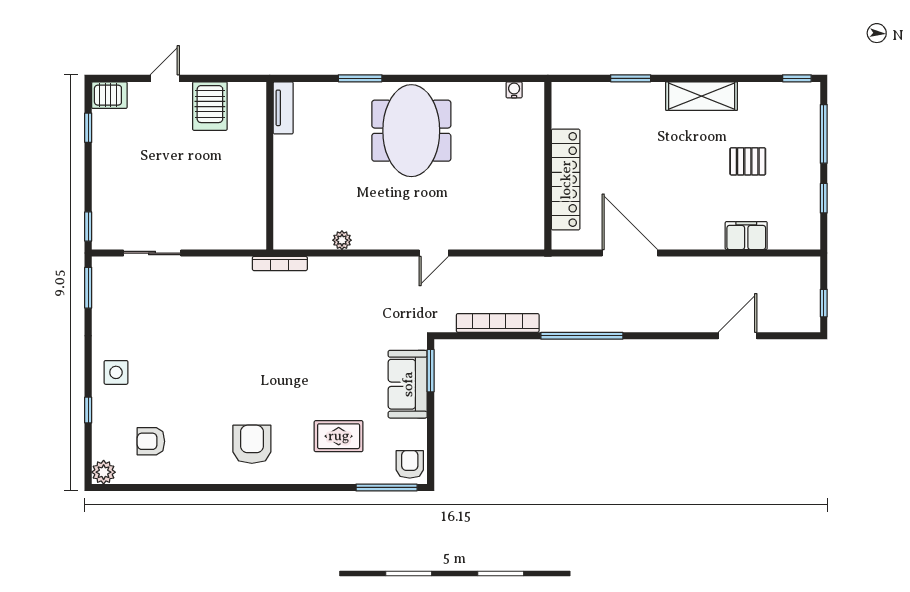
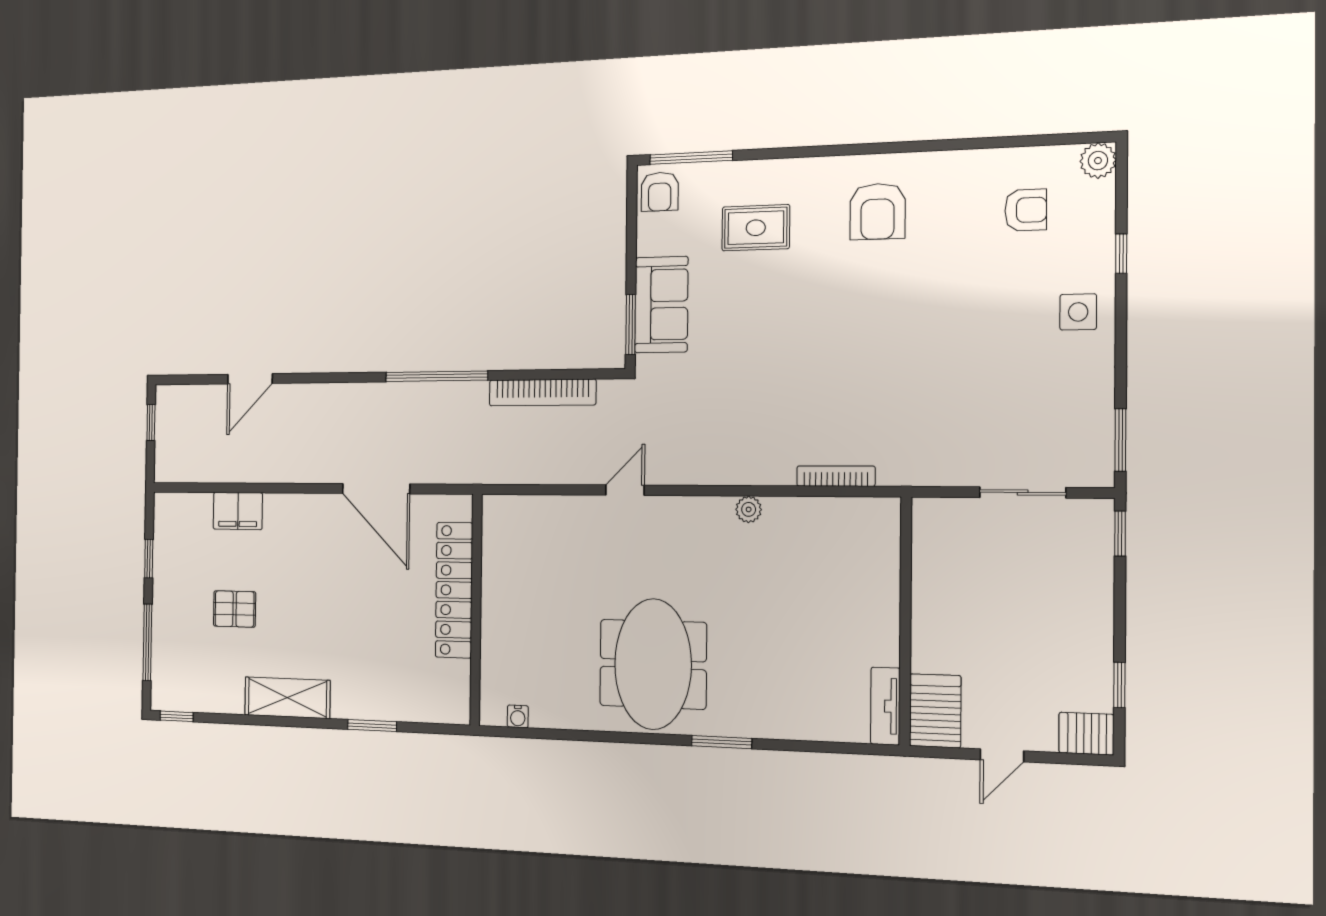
tv unit: (283, 108) -> (885, 706), moved
wall: (270, 166) -> (905, 621), moved

